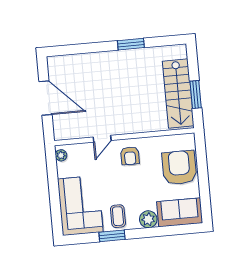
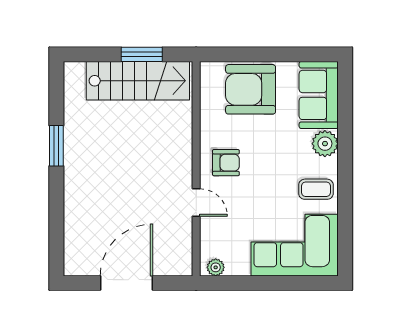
window: (112, 236) -> (345, 201), removed

